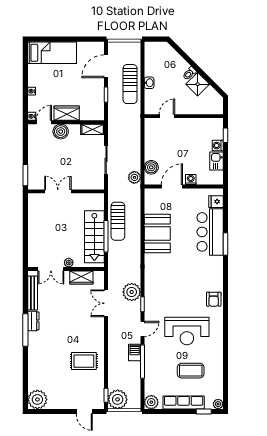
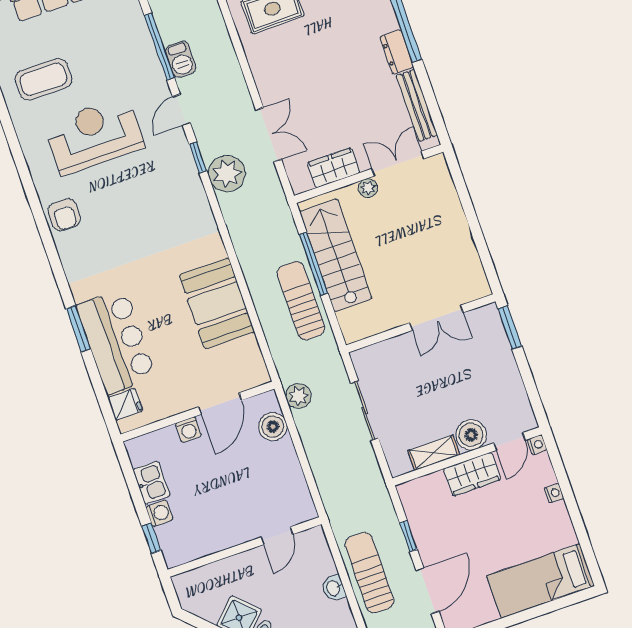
shelving: (93, 129) -> (434, 453), moved
armchair: (214, 299) -> (64, 215), turned 180
coffee table: (191, 371) -> (43, 79), moved

